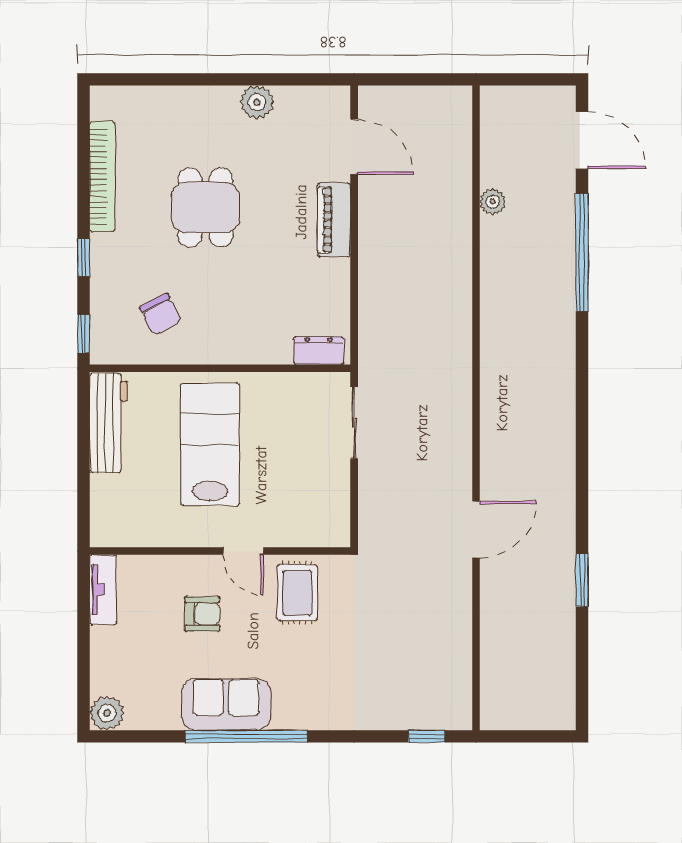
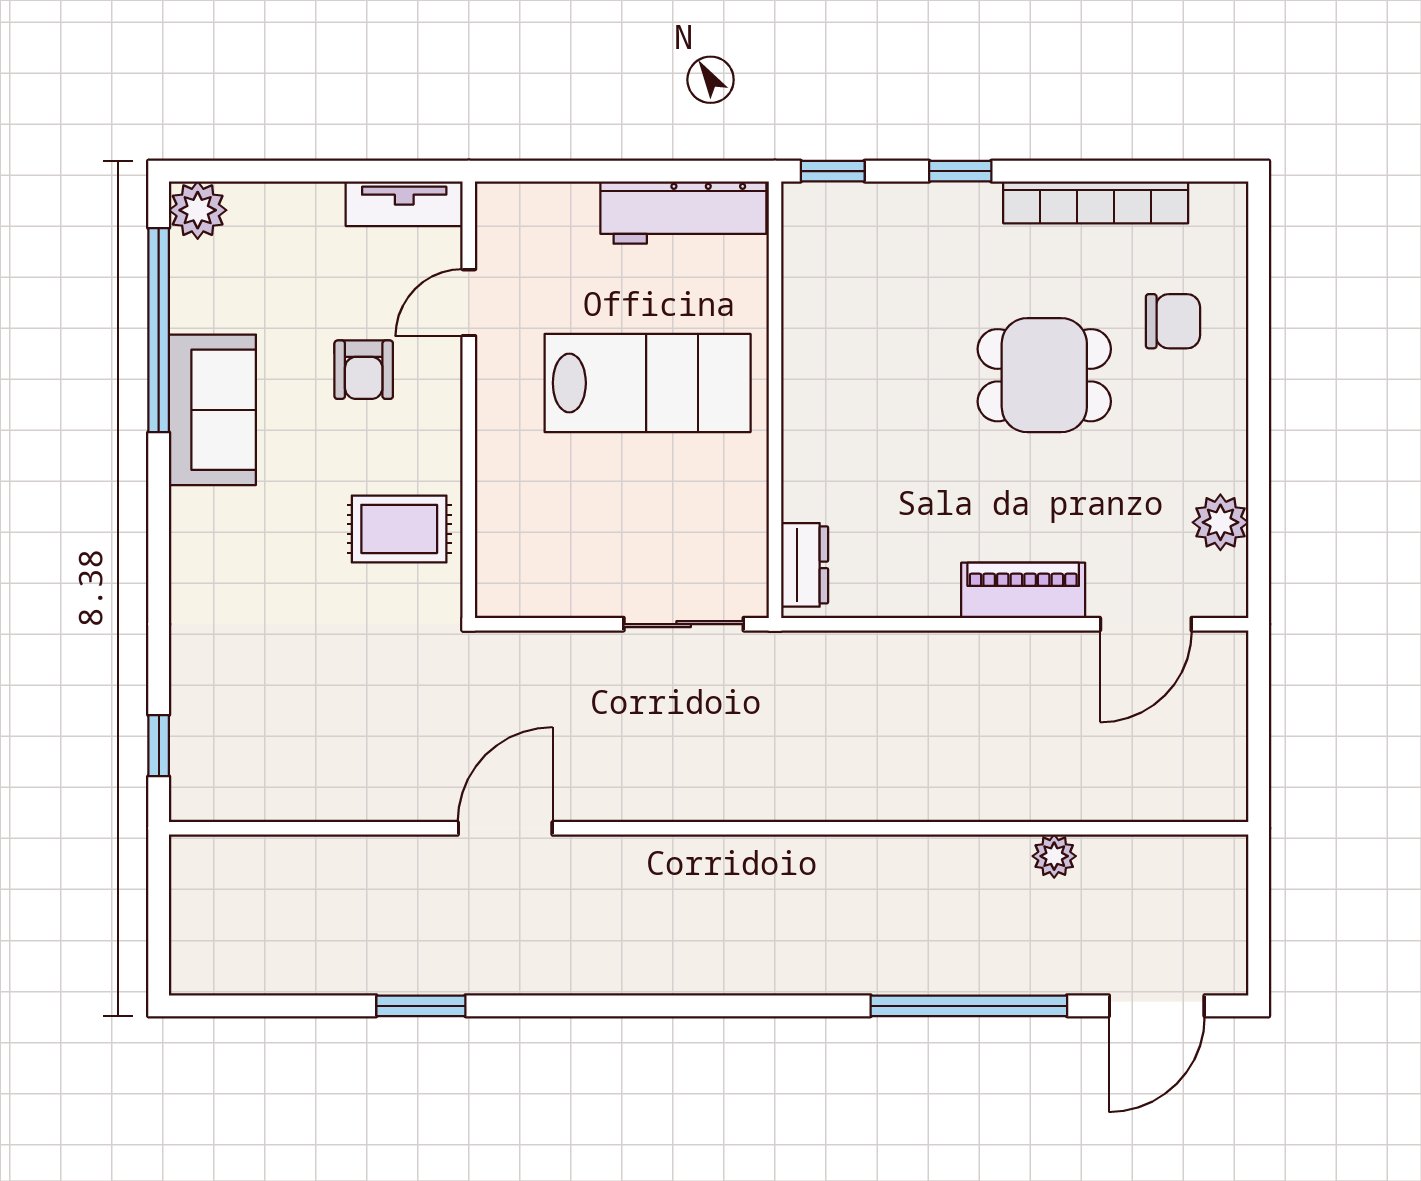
plant: (257, 102) -> (1220, 522), moved
chair: (161, 314) -> (1173, 321), moved, turned -153
door: (476, 529) -> (505, 828), swing flipped
door: (243, 551) -> (469, 303), moved
window: (246, 736) -> (159, 330), moved

